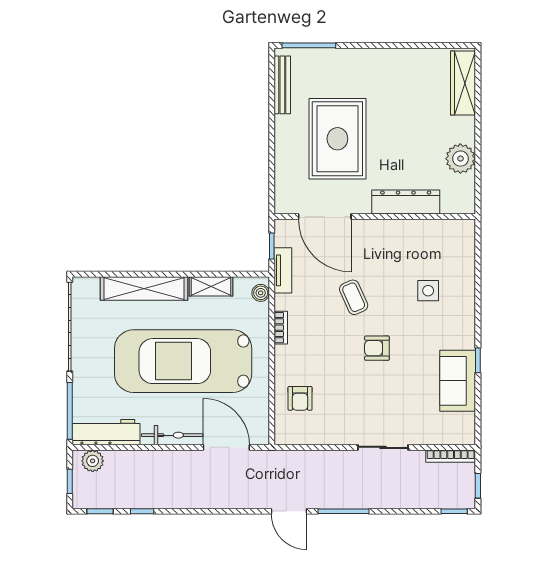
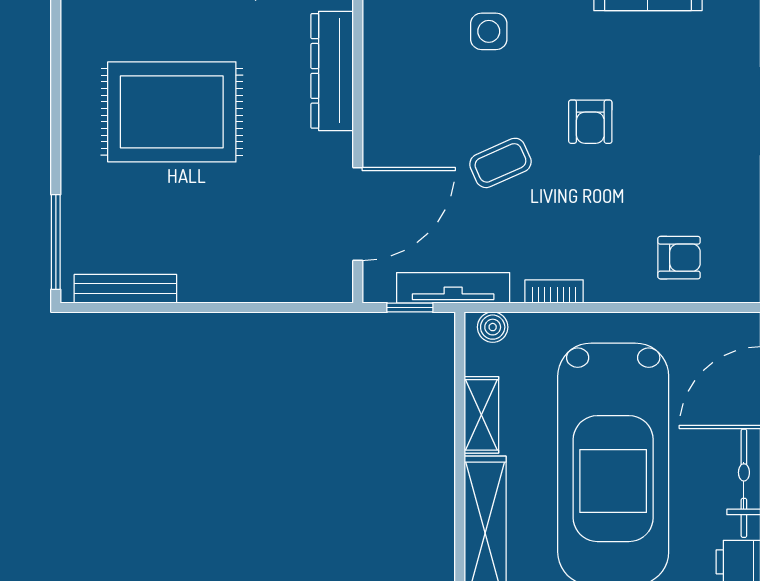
rug: (337, 139) -> (172, 112), moved
tv unit: (283, 270) -> (453, 288), width x1.41

